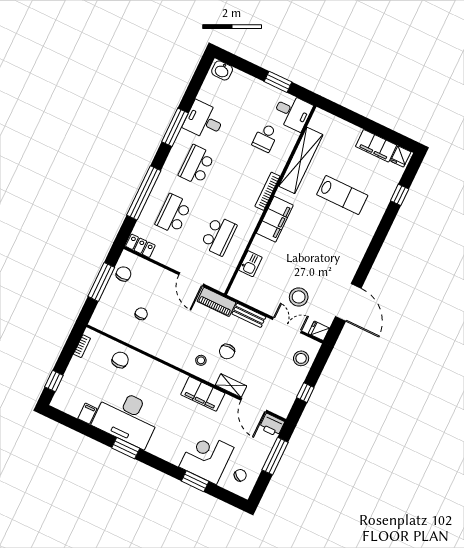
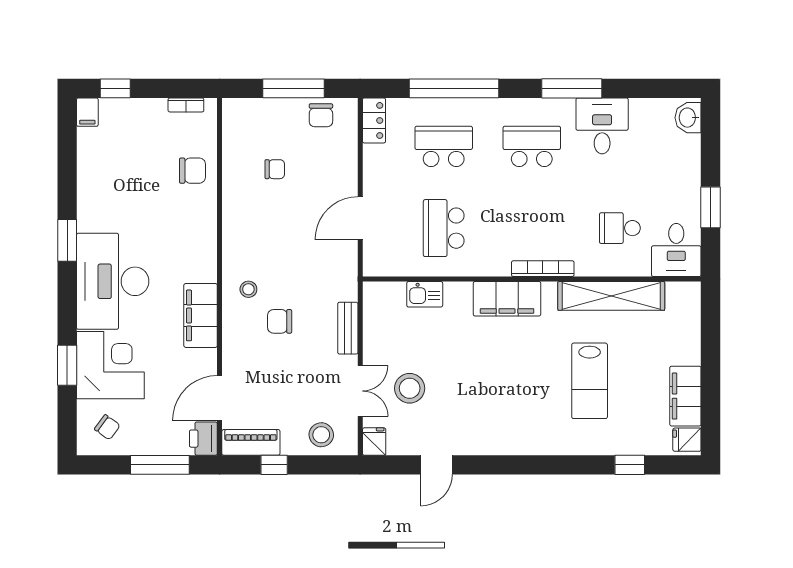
school desk: (219, 236) -> (444, 228), turned 90
chair: (123, 274) -> (321, 115), turned 90
piano: (216, 302) -> (251, 442), moved, turned 90
door: (348, 302) -> (436, 465), width x0.53
shelving: (231, 386) -> (232, 351), removed
filing cabinet: (87, 414) -> (87, 112), moved, turned 90
desk: (127, 418) -> (113, 281), moved

